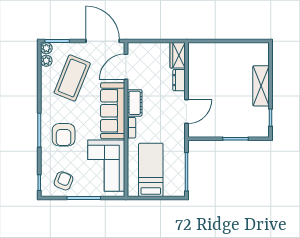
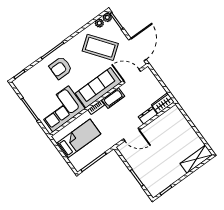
coffee table: (72, 78) -> (100, 47), turned 31
shelving: (261, 86) -> (196, 159), moved
armchair: (64, 181) -> (32, 89), removed

